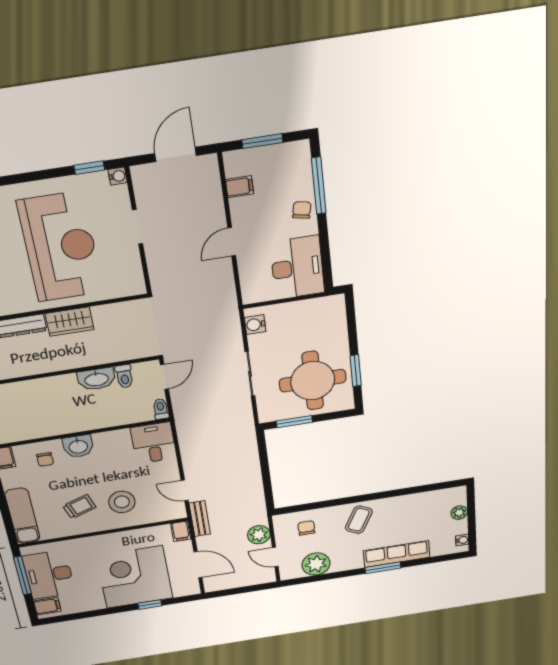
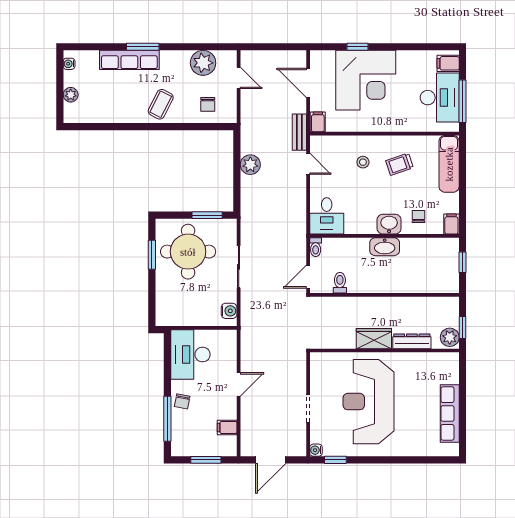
washbasin: (96, 379) -> (385, 247), moved, turned 180
stool: (122, 502) -> (363, 162), width x0.53, depth x0.53
plant: (259, 535) -> (250, 165), moved

